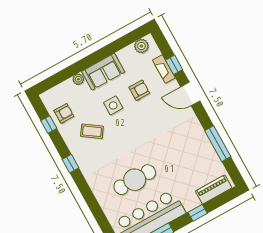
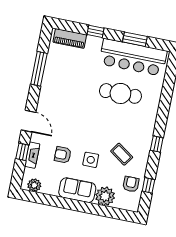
plant: (78, 79) -> (105, 196), width x1.88, depth x1.88
armchair: (64, 113) -> (131, 184), turned 90

